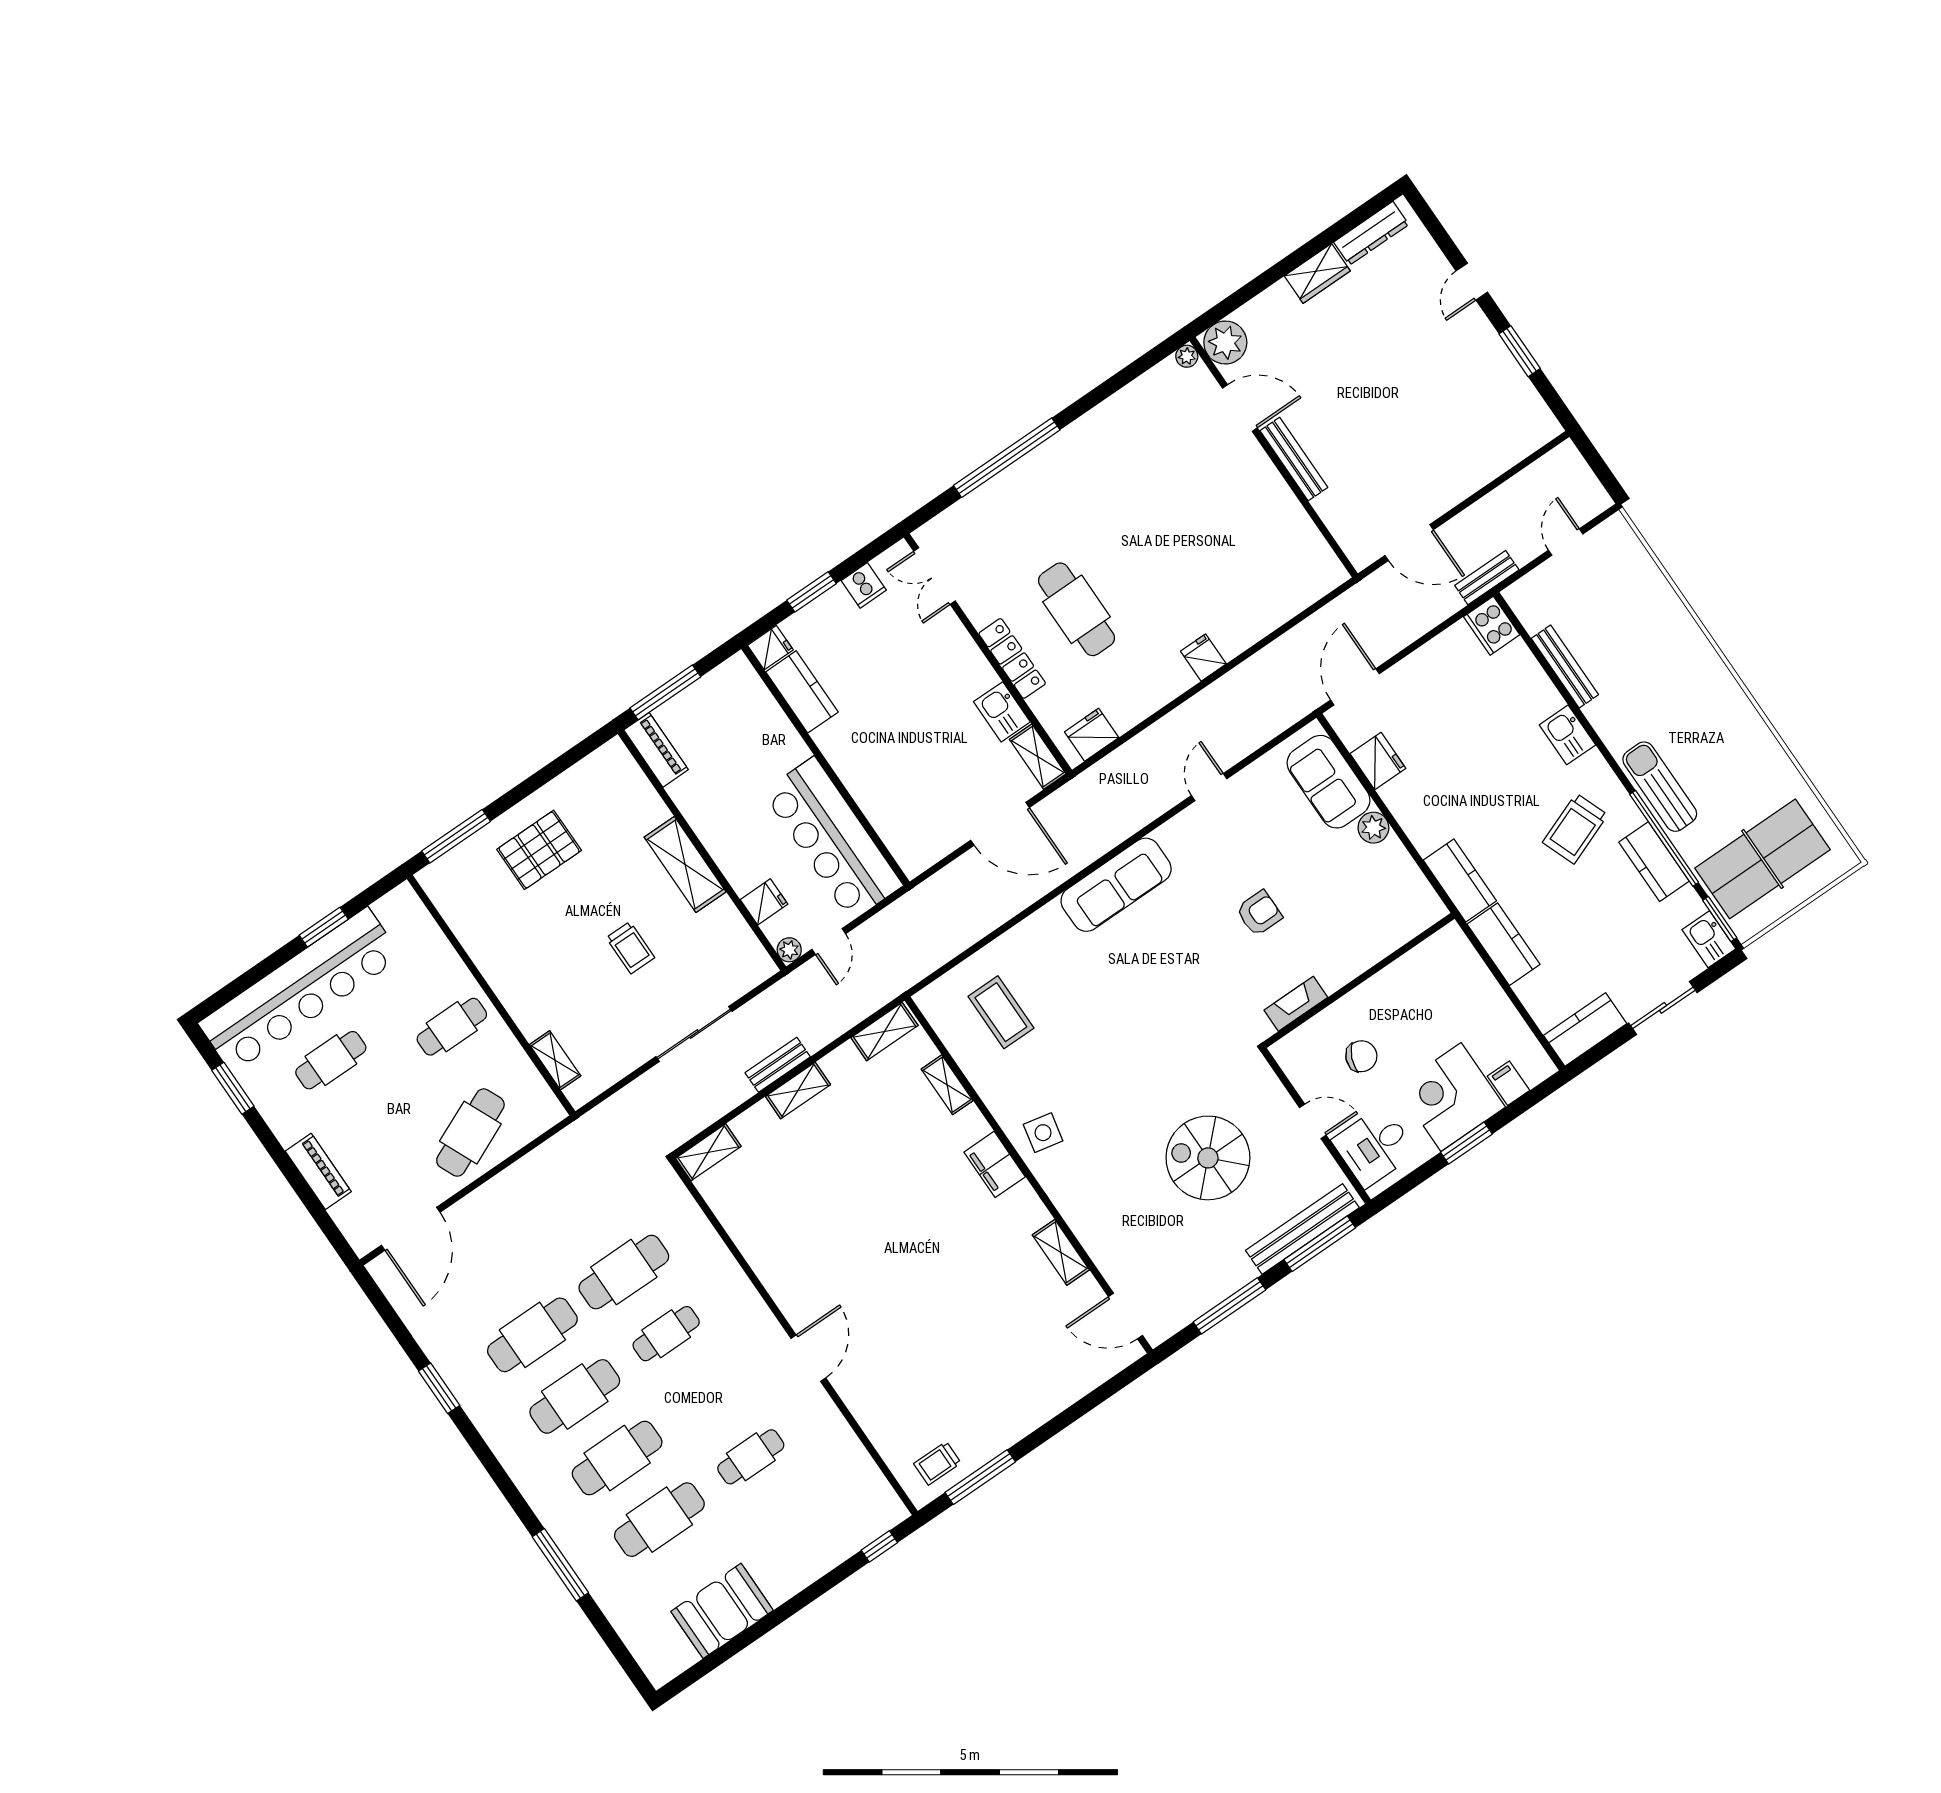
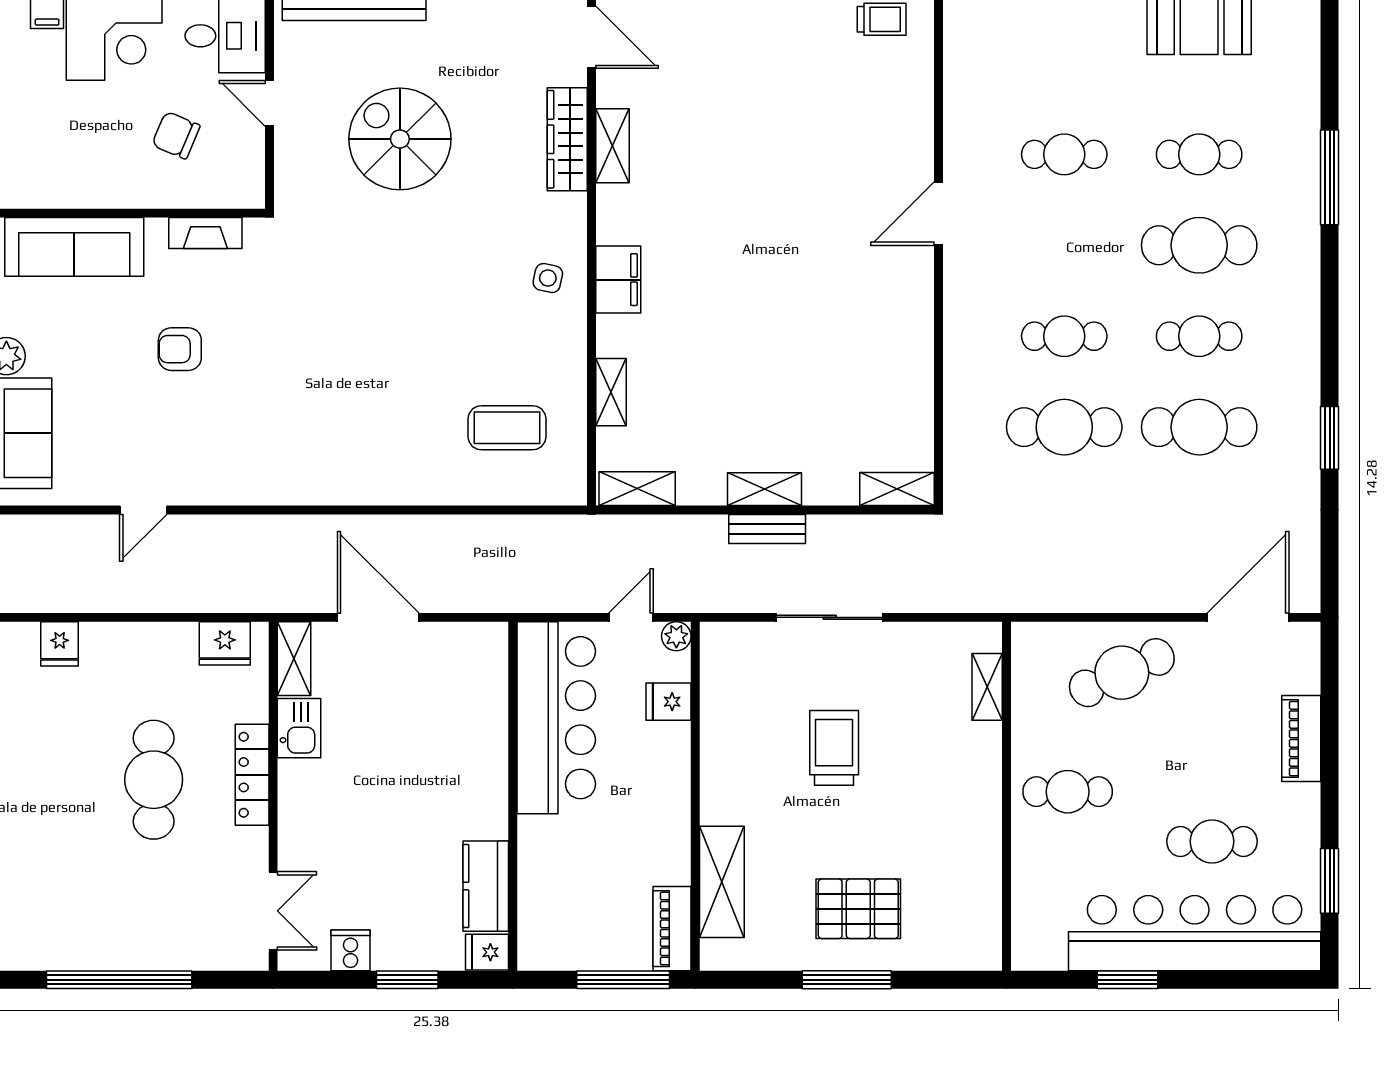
window: (456, 836) -> (847, 980), moved
shelving: (685, 864) -> (722, 882), moved
sofa: (1116, 885) -> (74, 247), moved, turned 180
trolley: (630, 948) -> (834, 748), width x1.36, depth x1.39
coffee table: (1001, 1012) -> (507, 428), turned 90
side table: (1043, 1133) -> (548, 278), width x0.73, depth x0.73
spiral stairs: (1208, 1158) -> (400, 139), turned 180
wardrobe: (1094, 1236) -> (567, 139), added
cafe table: (575, 1396) -> (1199, 336), width x0.73, depth x0.74
cafe table: (659, 1520) -> (1199, 154), width x0.73, depth x0.74

